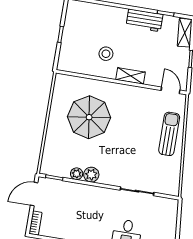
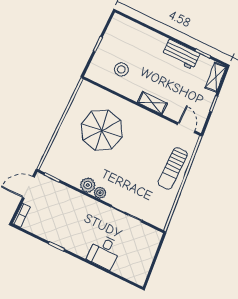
stool: (106, 54) -> (121, 69), moved
sun lounger: (169, 134) -> (173, 168), turned 180
plant: (77, 174) -> (100, 193), moved

